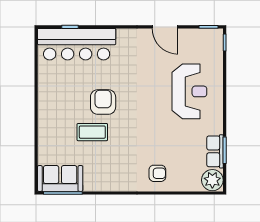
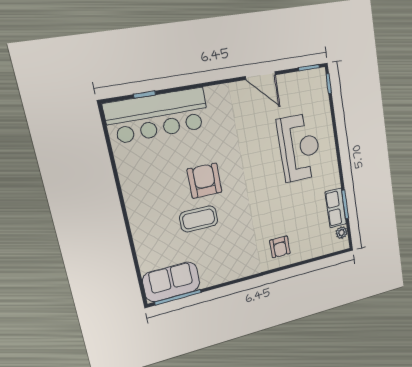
armchair: (157, 173) -> (280, 247), turned 90
plant: (212, 180) -> (342, 233), width x0.53, depth x0.53

